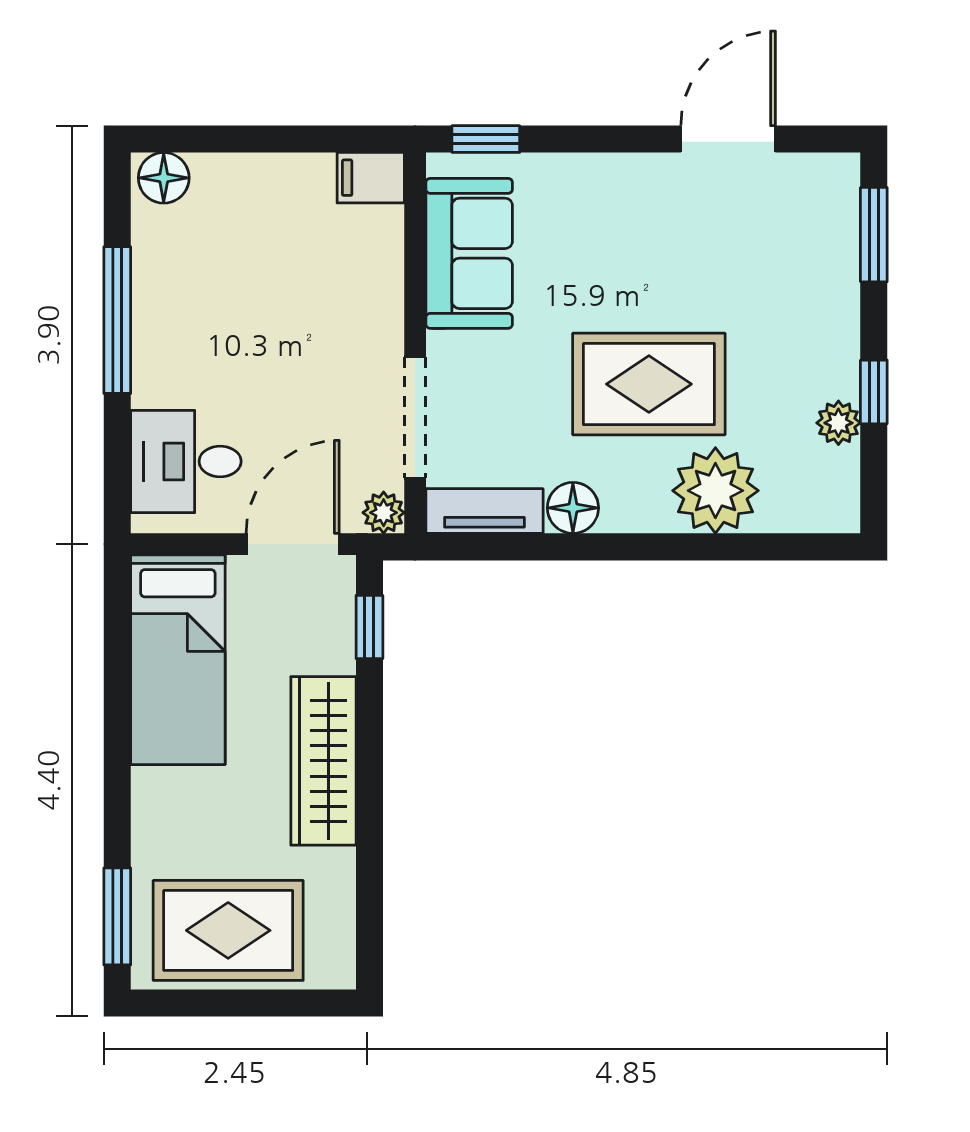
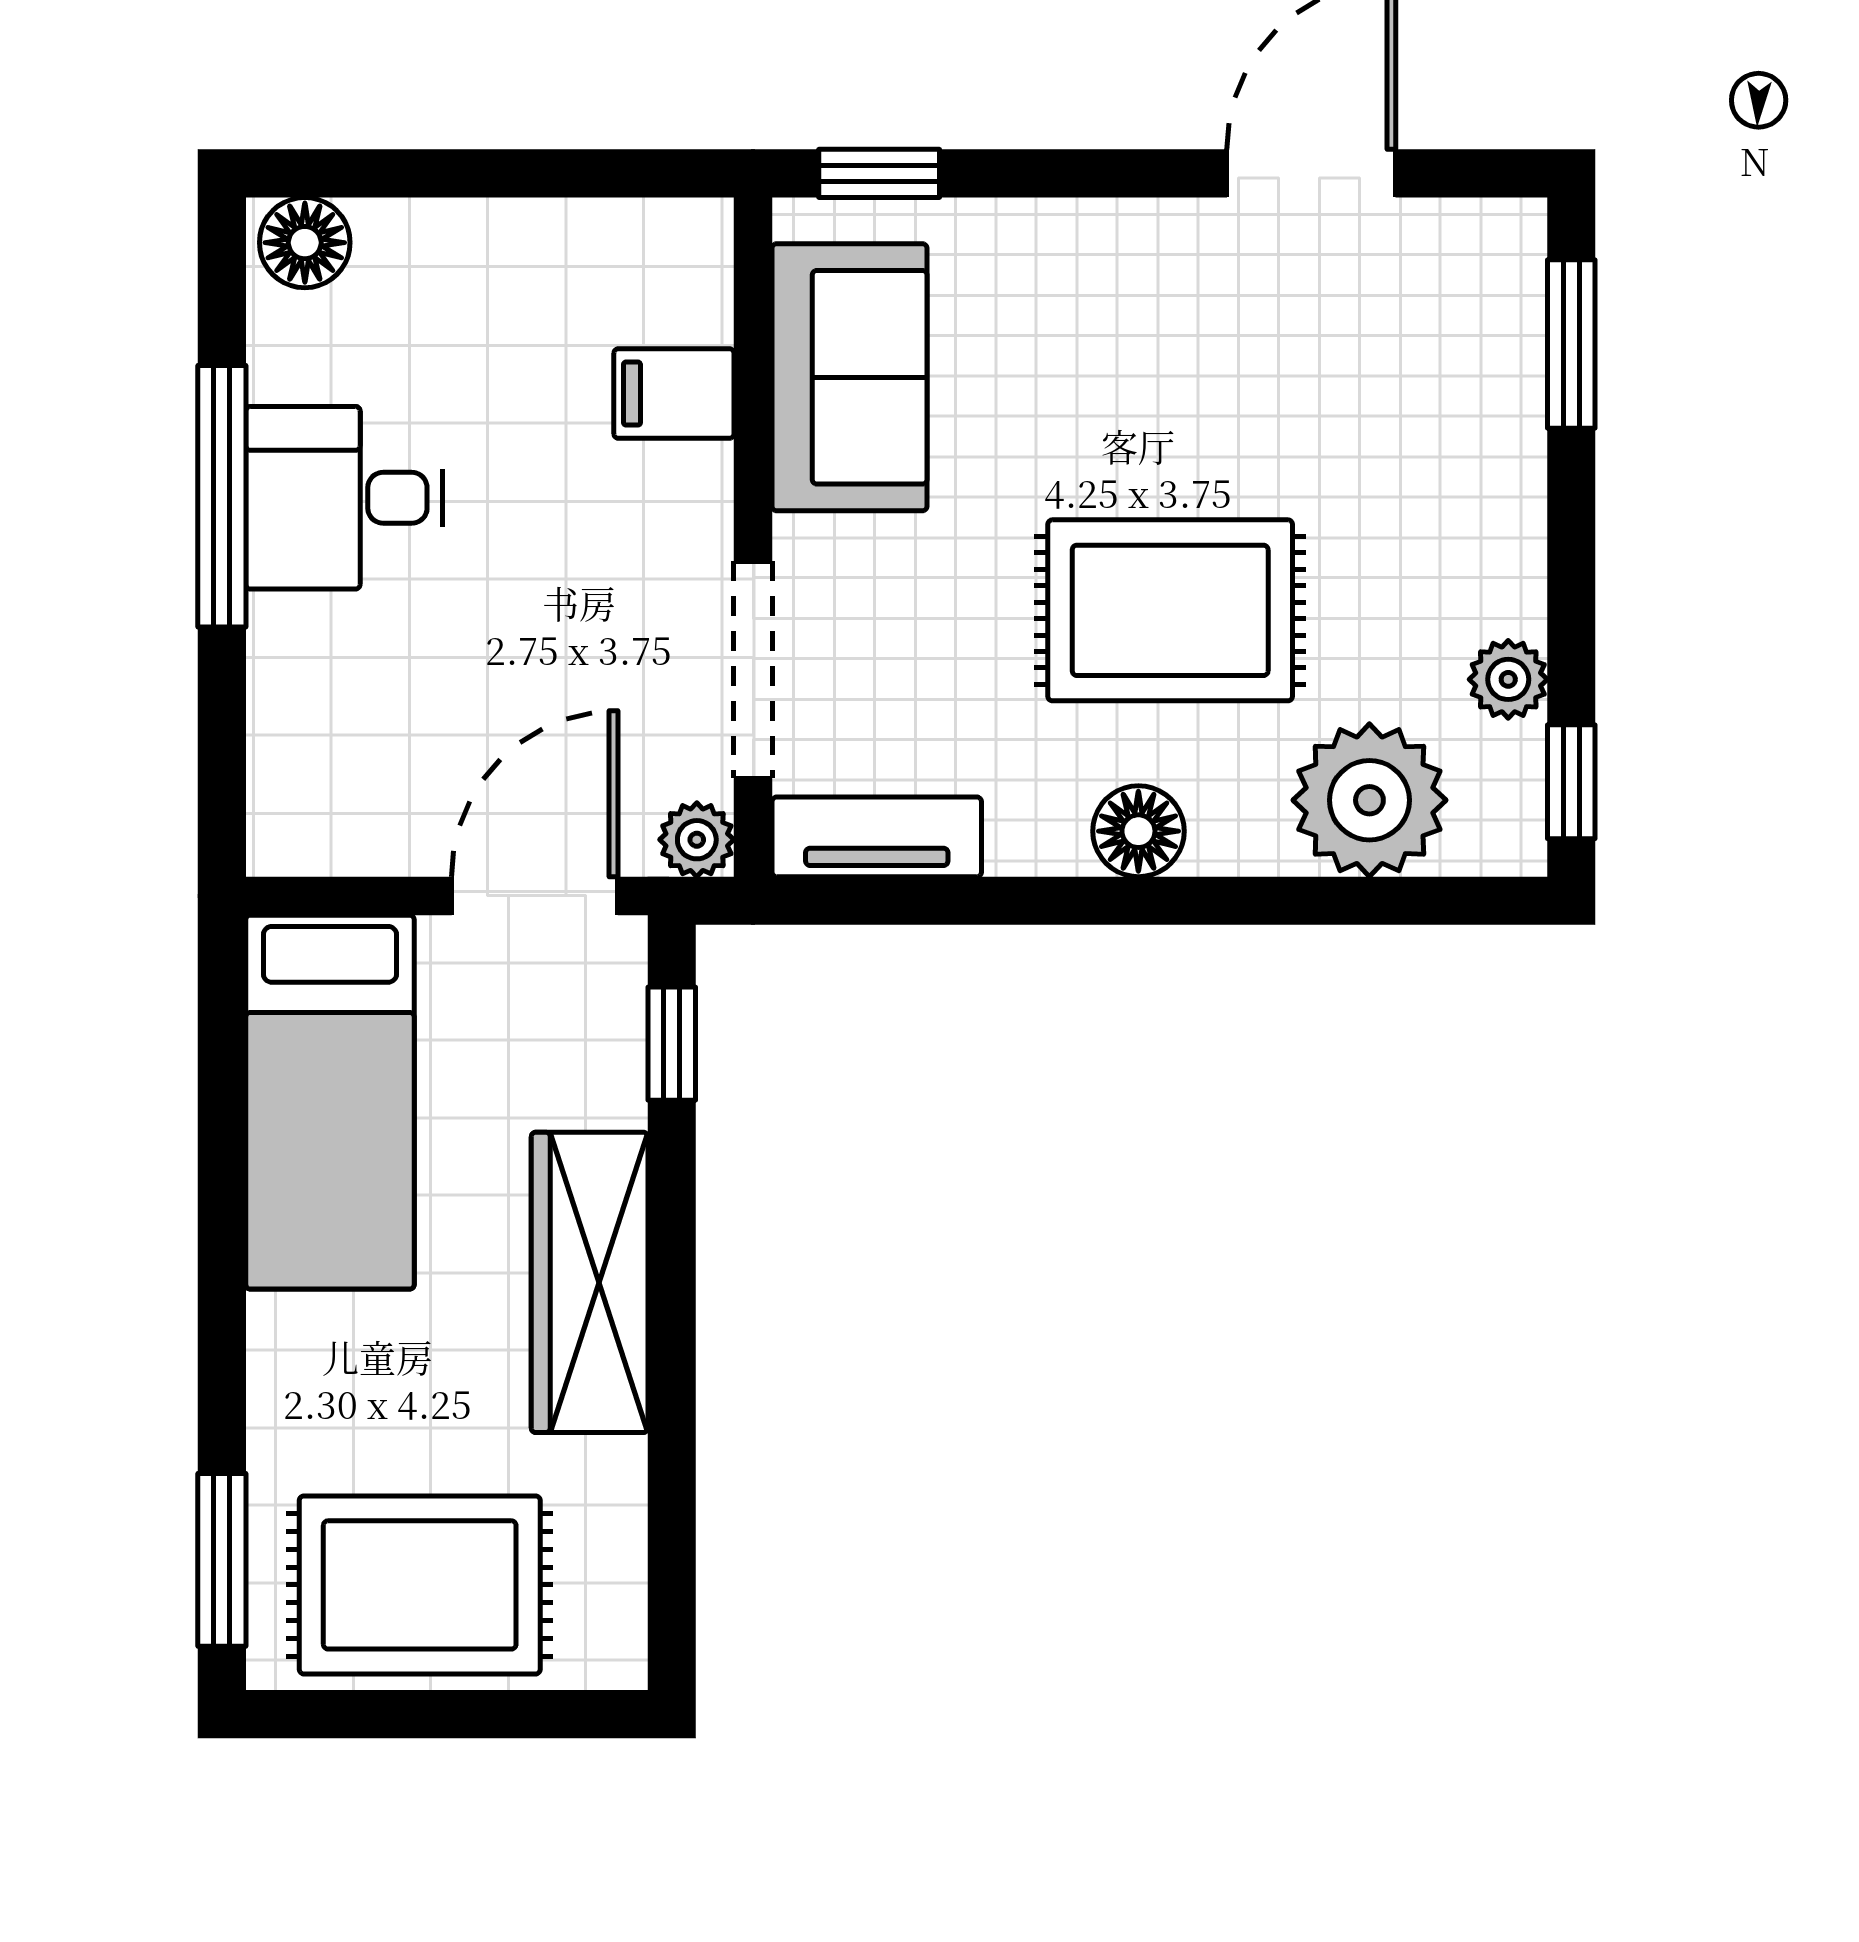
filing cabinet: (371, 178) -> (674, 394), moved
window: (874, 392) -> (1571, 782), moved
desk: (186, 461) -> (344, 498), moved
plant: (715, 491) -> (1369, 800), moved
floor lamp: (573, 508) -> (1138, 831), moved

